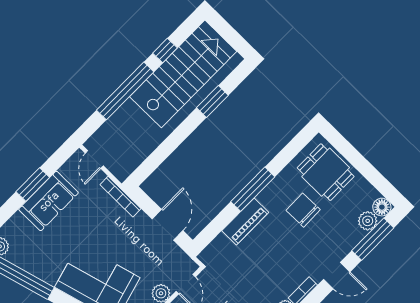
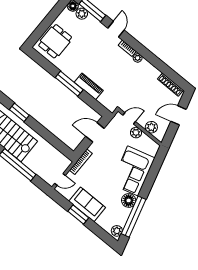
chair: (303, 210) -> (79, 53), removed
floor lamp: (49, 271) -> (129, 200), added

